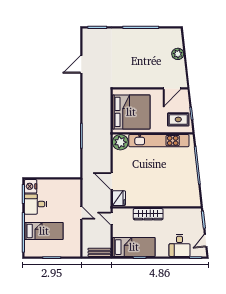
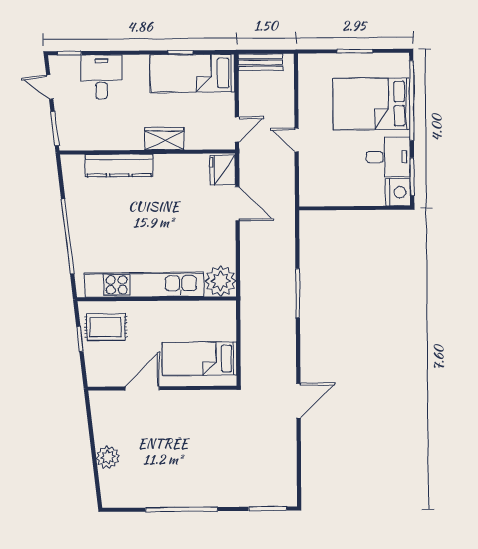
door: (81, 64) -> (298, 401), moved
door: (172, 88) -> (142, 388), moved
bed: (131, 112) -> (200, 359), width x0.49
kitchen counter: (171, 201) -> (119, 165), added
wardrobe: (148, 214) -> (164, 139), width x0.67
door: (112, 219) -> (237, 129), hinge flipped
bed: (44, 231) -> (371, 104), width x1.50
door: (206, 241) -> (50, 87), swing flipped

